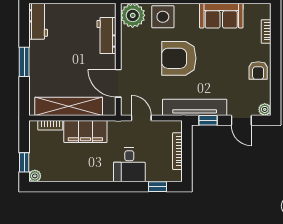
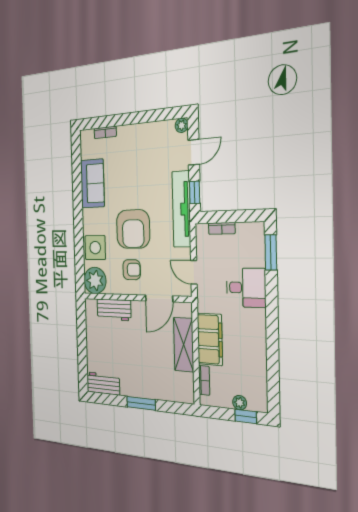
armchair: (258, 70) -> (132, 270), moved
shelving: (69, 106) -> (184, 345), width x0.68
door: (141, 118) -> (194, 272), hinge flipped
bookcase: (177, 151) -> (222, 228), width x0.64
plant: (35, 176) -> (240, 403), moved
window: (158, 187) -> (271, 252), width x1.50

